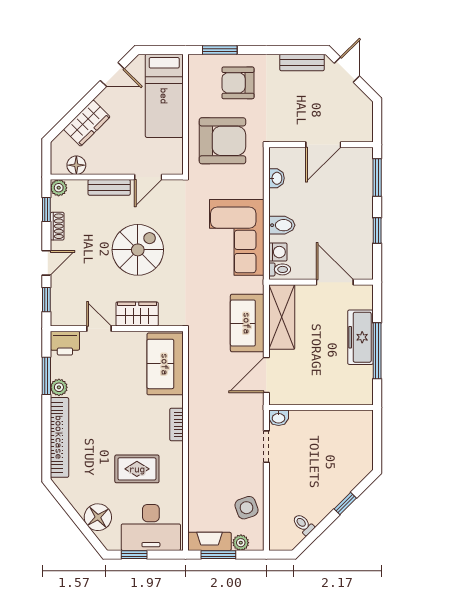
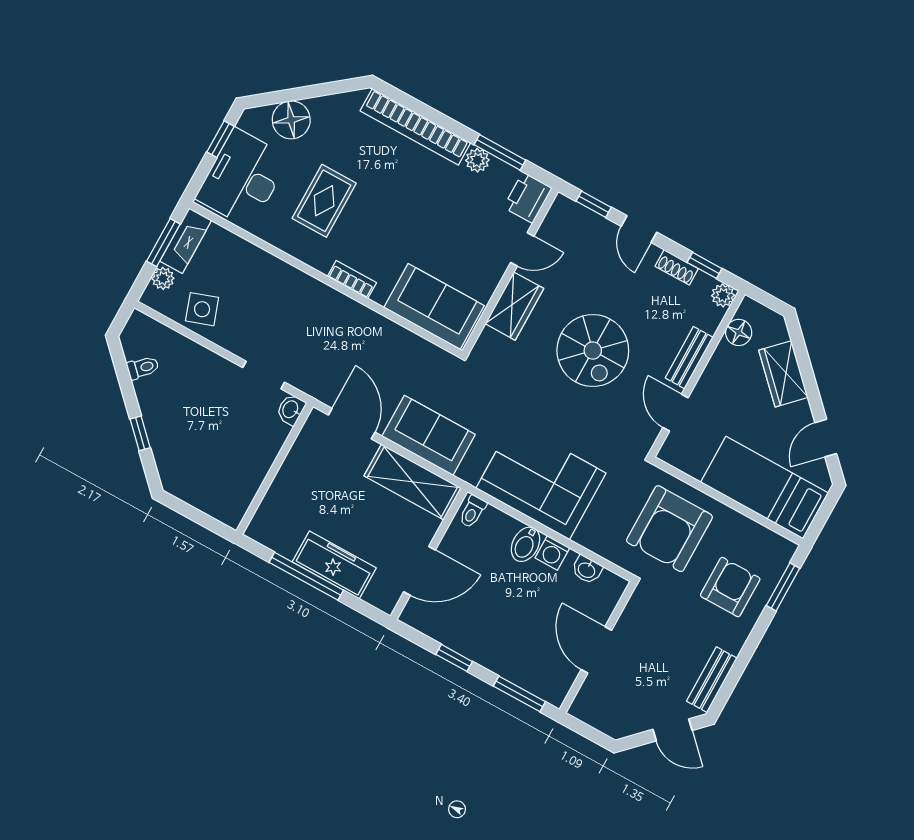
washing machine: (278, 252) -> (552, 553), moved

